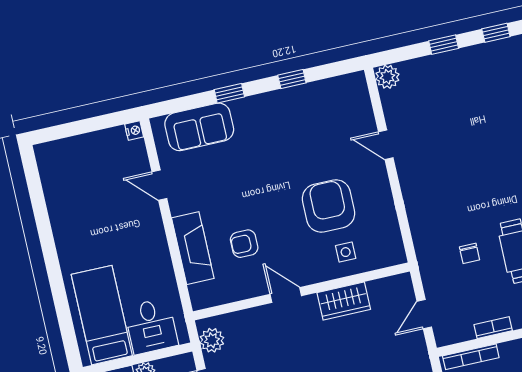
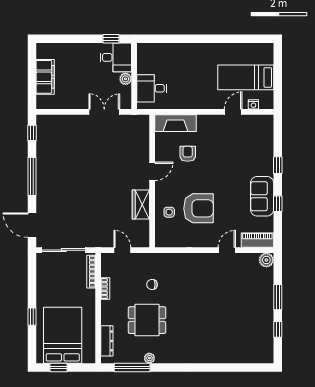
window: (444, 45) -> (278, 297), width x1.50
piano: (358, 99) -> (257, 240), added
sofa: (199, 127) -> (262, 196), moved
nightstand: (134, 131) -> (253, 104), moved
fireplace: (193, 248) -> (175, 123), moved
bed: (102, 315) -> (246, 77), moved, turned 180
plant: (212, 340) -> (135, 122), removed

